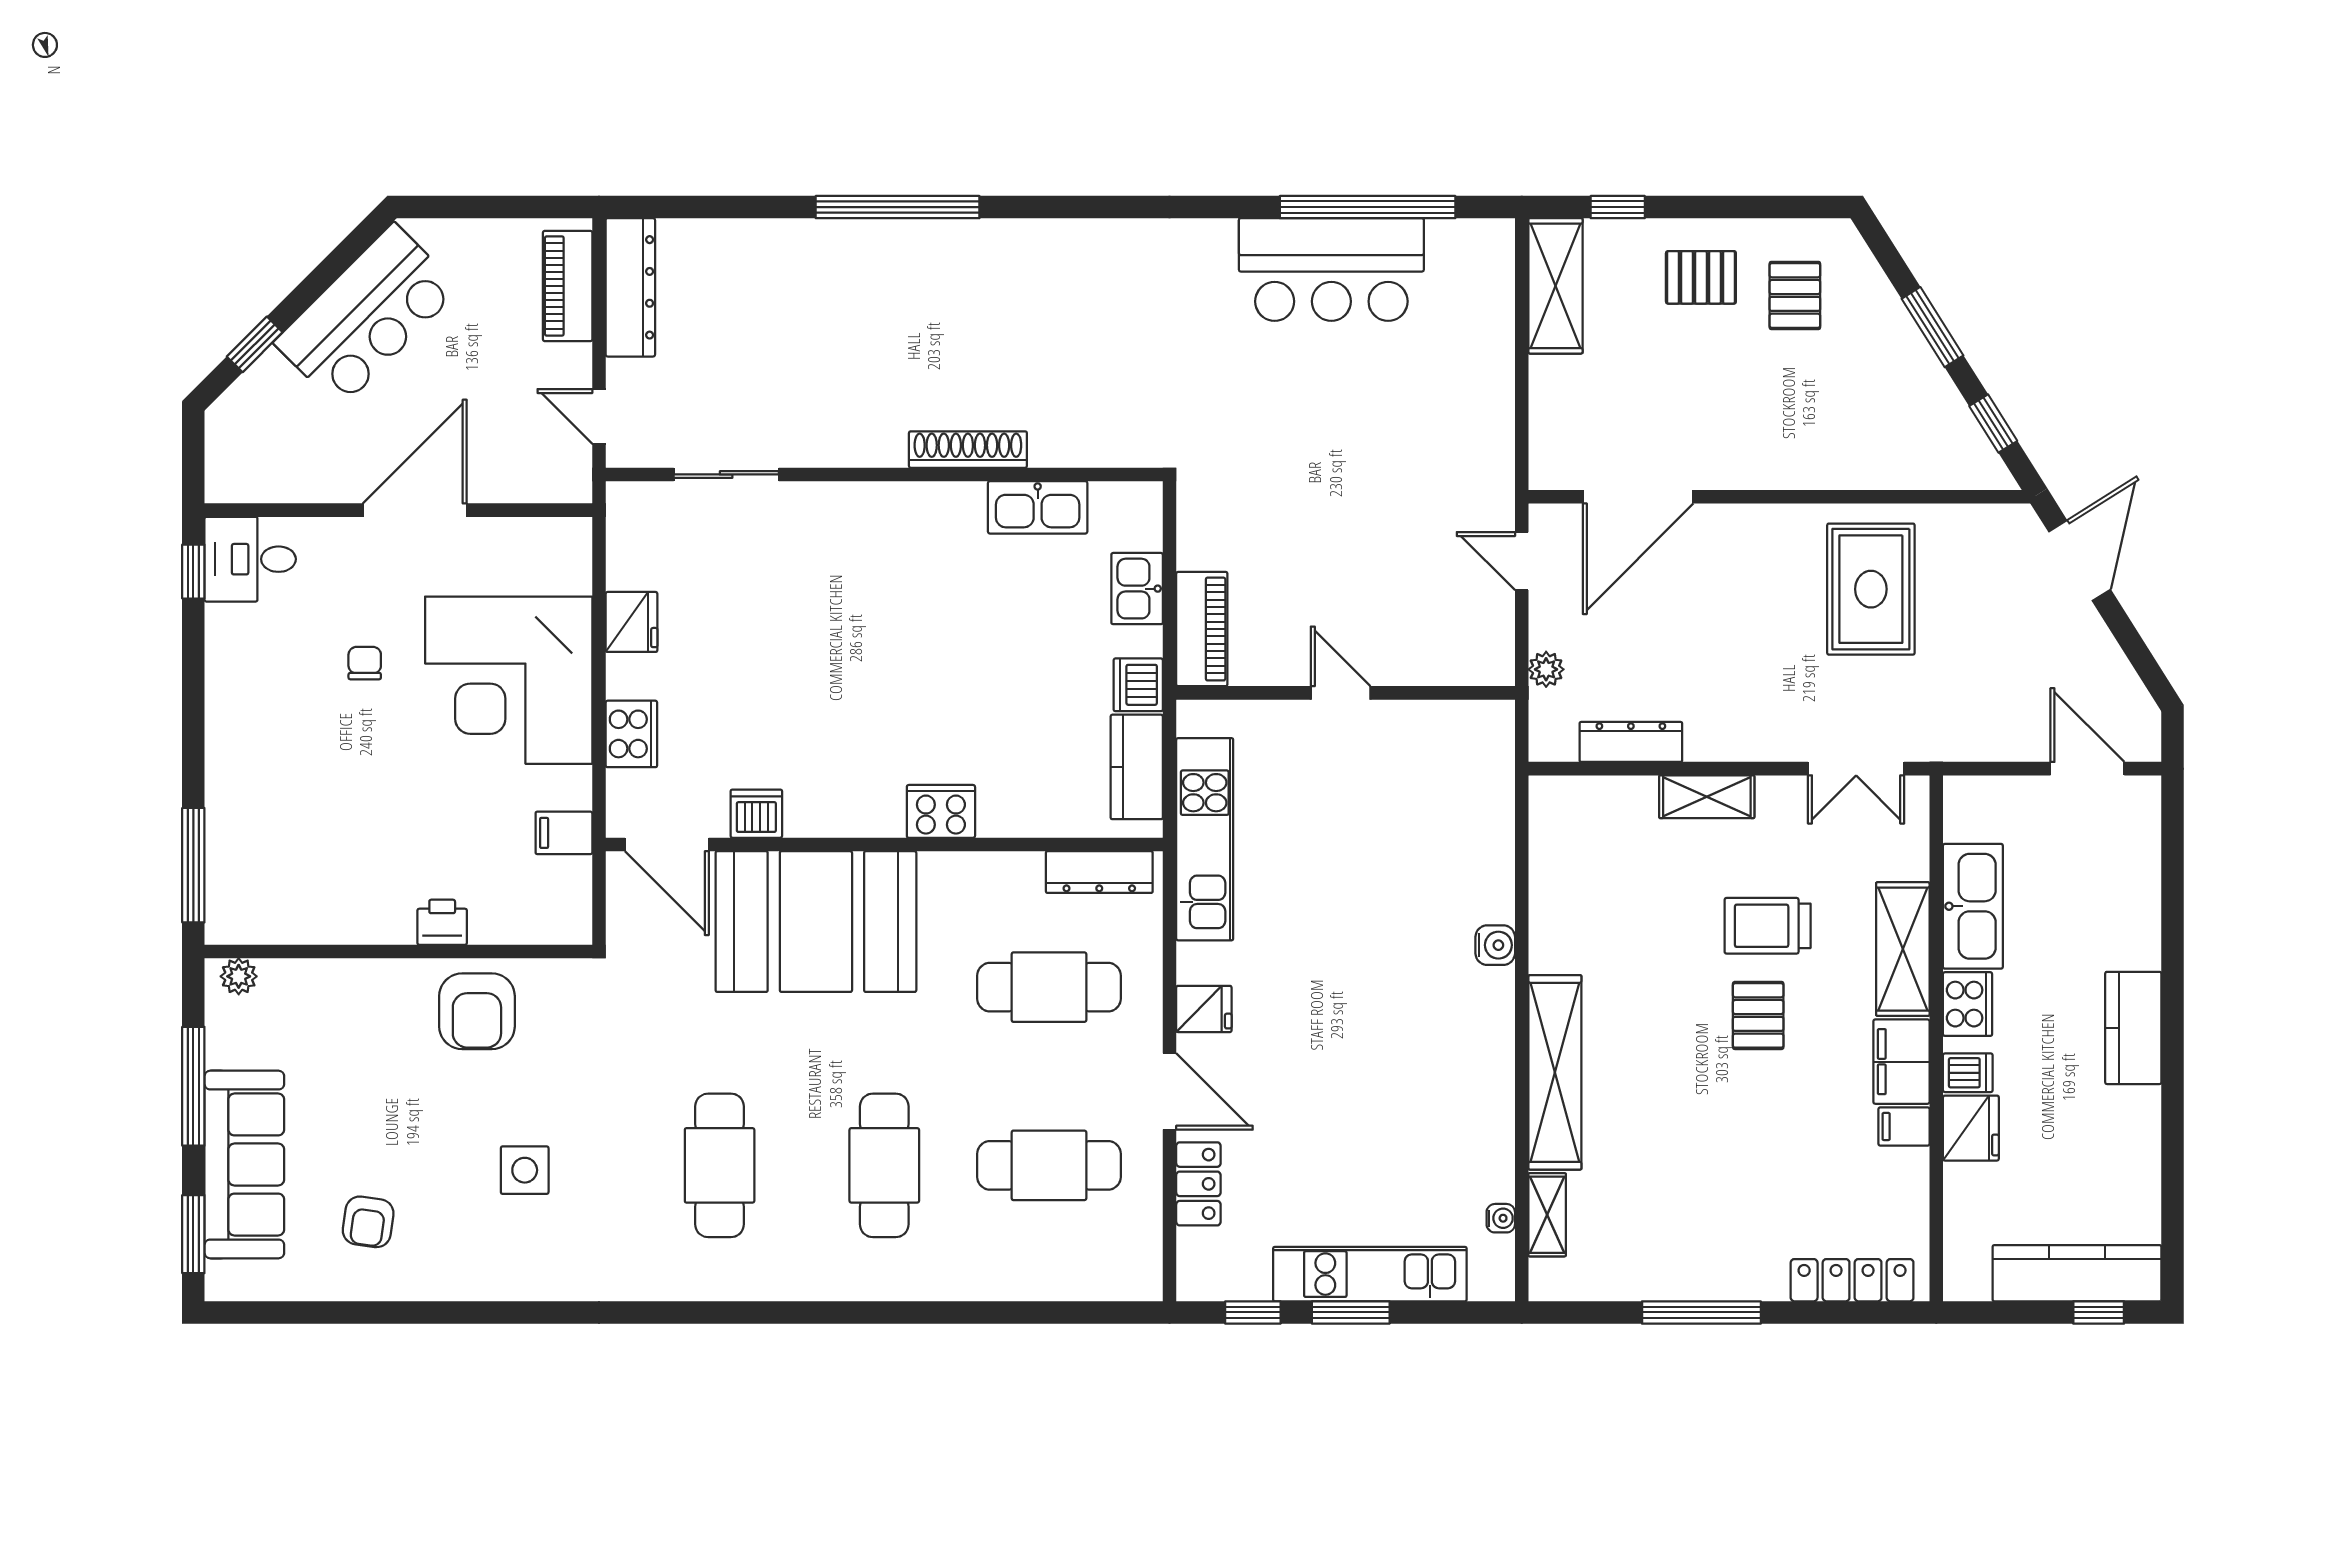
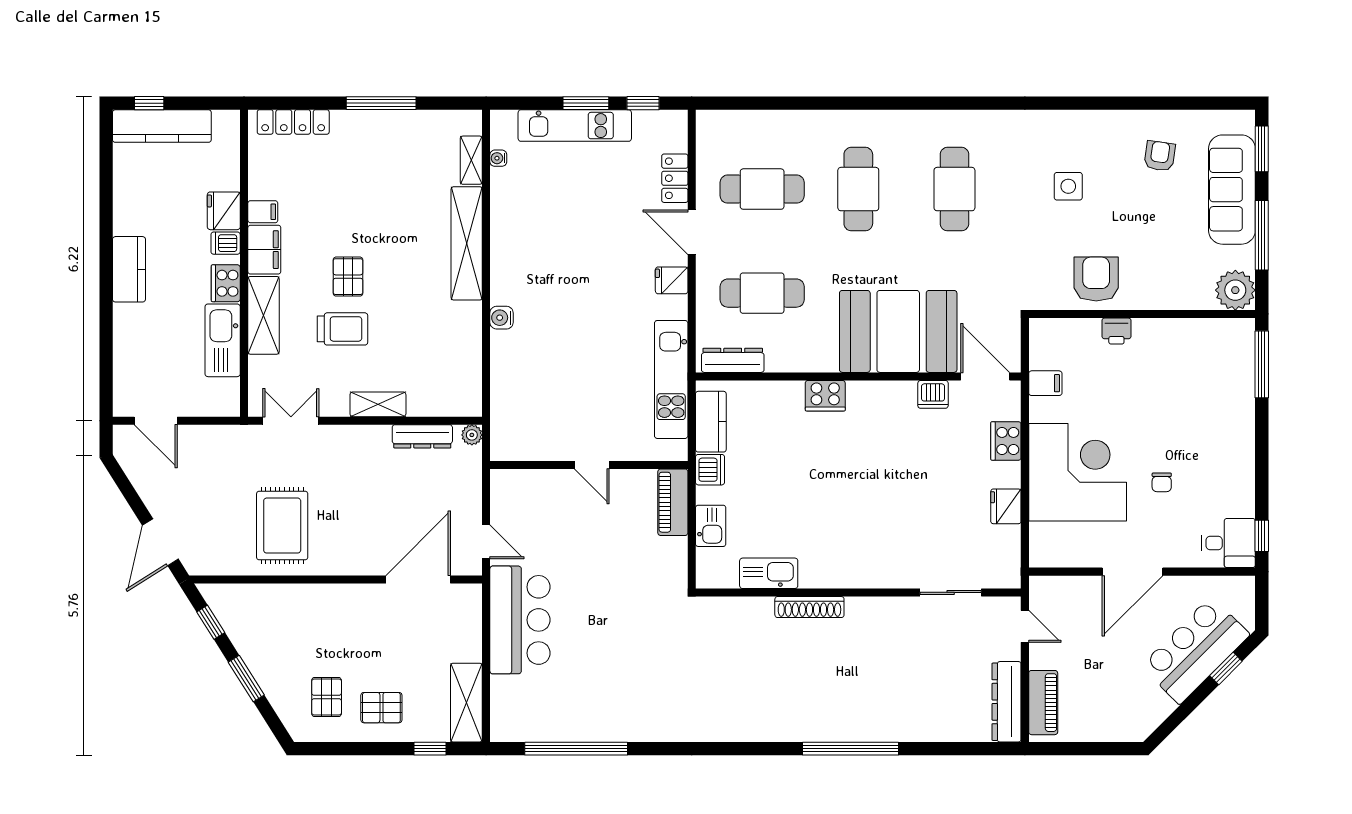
bar counter: (1331, 270) -> (520, 620), moved, turned 90
bar counter: (367, 316) -> (1195, 650), moved
plant: (1546, 669) -> (472, 435), moved
plant: (239, 976) -> (1235, 290), width x1.87, depth x1.87

